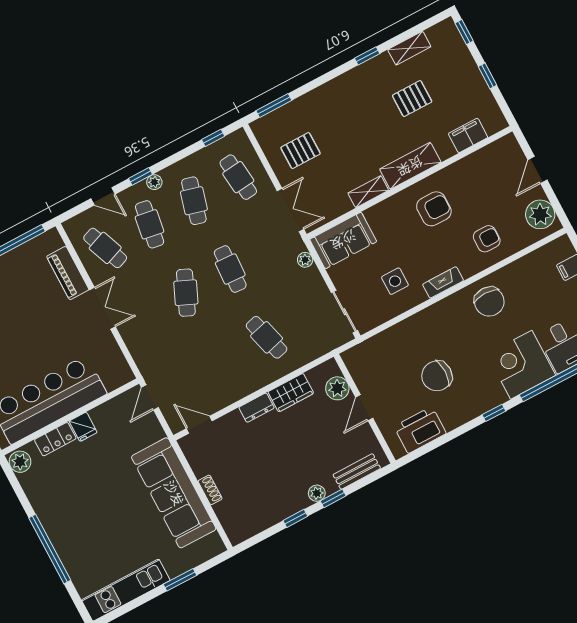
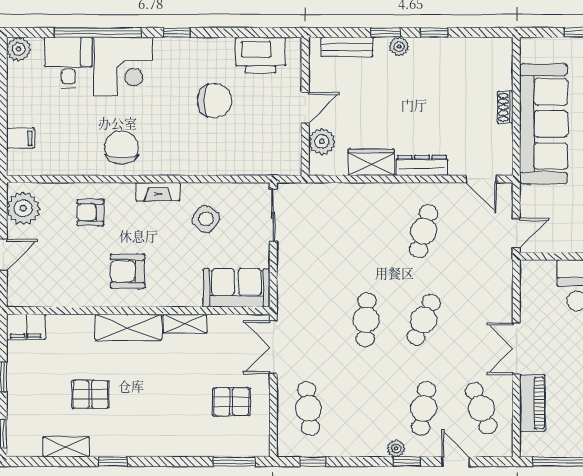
filing cabinet: (468, 135) -> (26, 327), moved
cafe table: (194, 201) -> (366, 408), removed
plant: (305, 260) -> (285, 289), removed
side table: (395, 281) -> (206, 219), turned 38
cafe table: (267, 337) -> (424, 231), moved, turned 30
dresser: (256, 408) -> (422, 165), width x1.44

